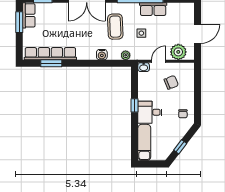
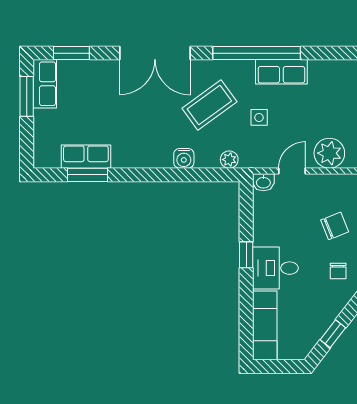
coffee table: (115, 27) -> (209, 105), turned 56
row of seats: (50, 54) -> (86, 157), width x0.50
chair: (171, 82) -> (335, 226), moved

